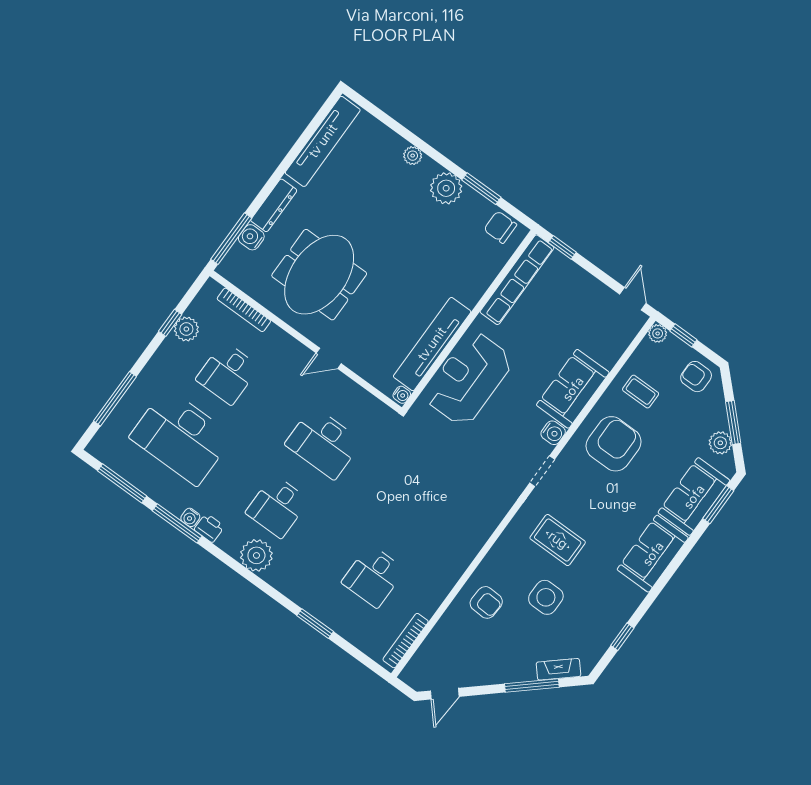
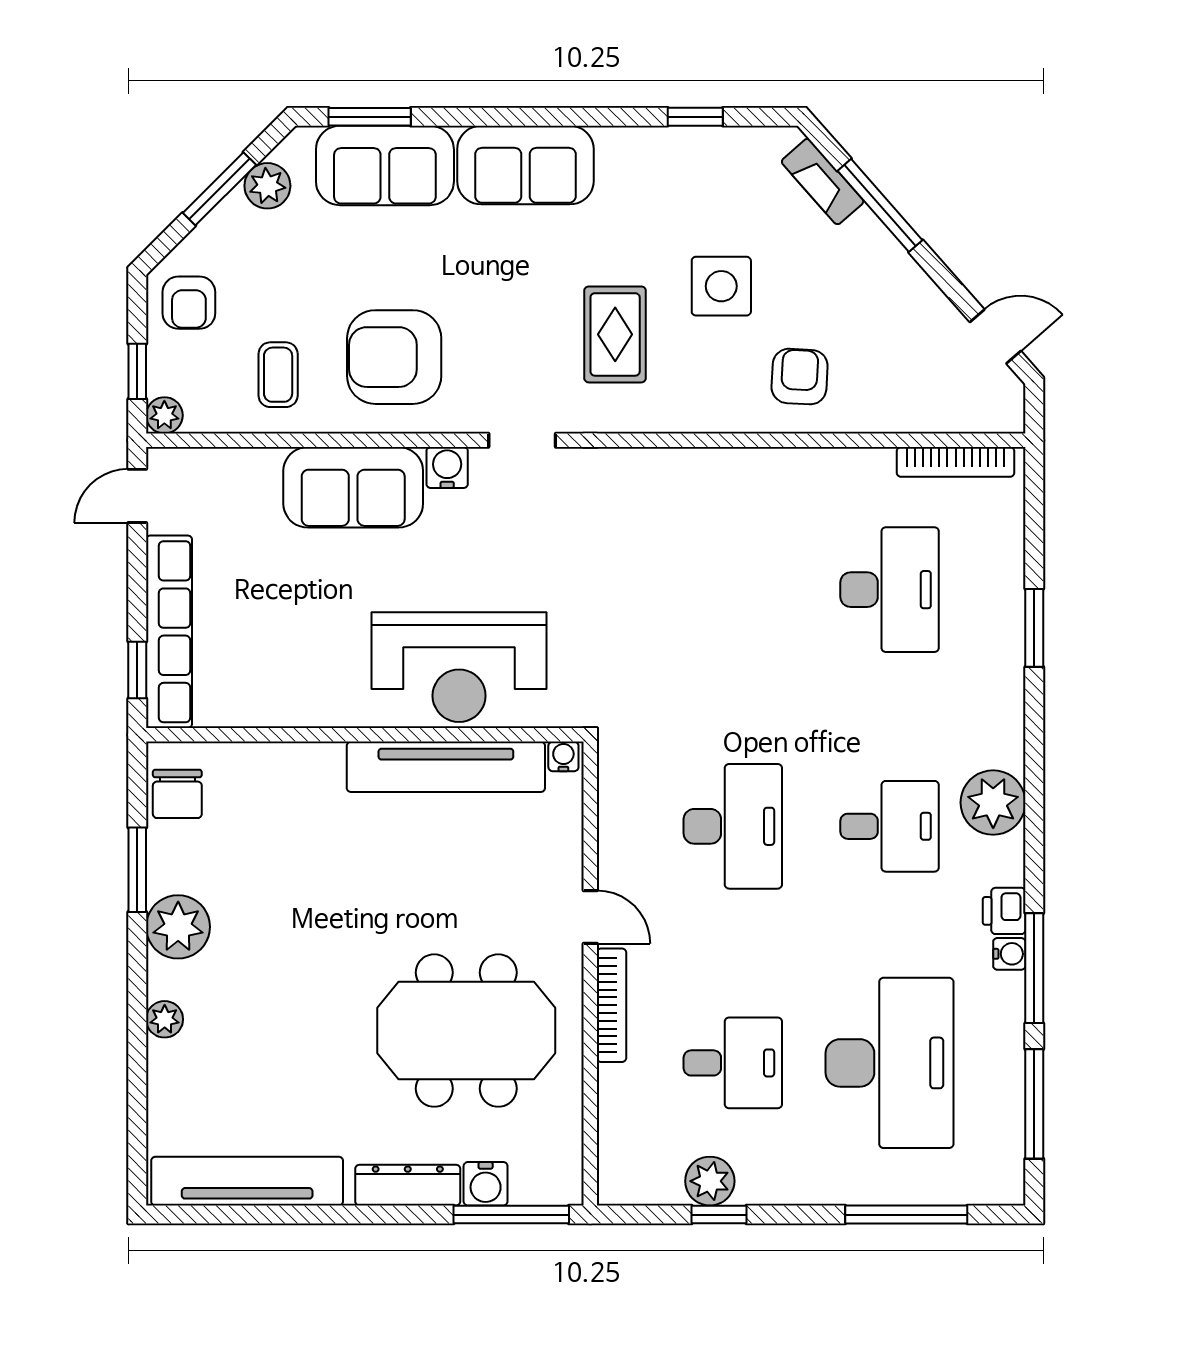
row of seats: (517, 280) -> (169, 632), moved, turned 90
bookcase: (244, 310) -> (611, 1005), moved
desk: (373, 576) -> (890, 590), width x1.37

